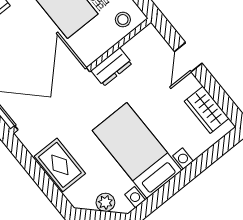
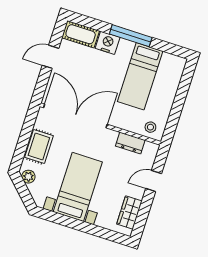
dresser: (112, 67) -> (130, 143), moved
plant: (105, 202) -> (28, 177), moved

